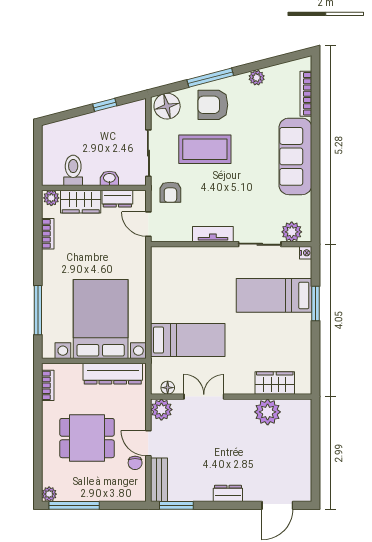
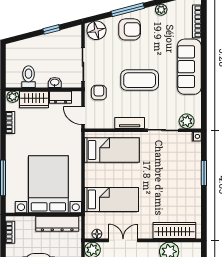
armchair: (213, 105) -> (130, 29), turned 180
coffee table: (205, 149) -> (140, 80), moved
armchair: (170, 192) -> (99, 93), turned 180
bed: (274, 295) -> (112, 150), moved, turned 180
wardrobe: (275, 383) -> (174, 231), width x1.50

